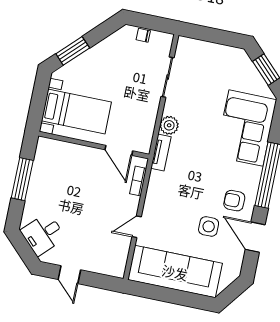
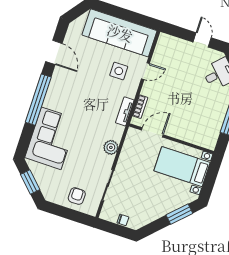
door: (119, 150) -> (152, 132), hinge flipped
tv unit: (161, 153) -> (125, 111), moved
armchair: (234, 201) -> (77, 196), moved, turned -90
side table: (209, 226) -> (119, 71), moved

